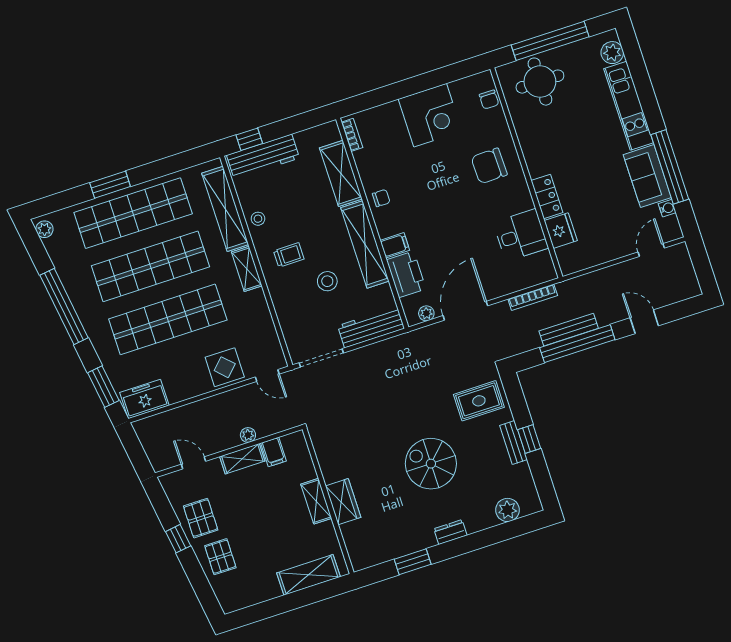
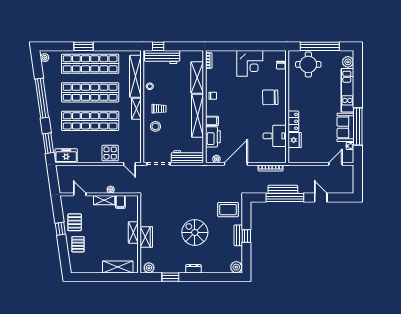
stool: (327, 281) -> (155, 126), moved
plant: (507, 510) -> (236, 267), moved
plant: (367, 557) -> (149, 268), added

